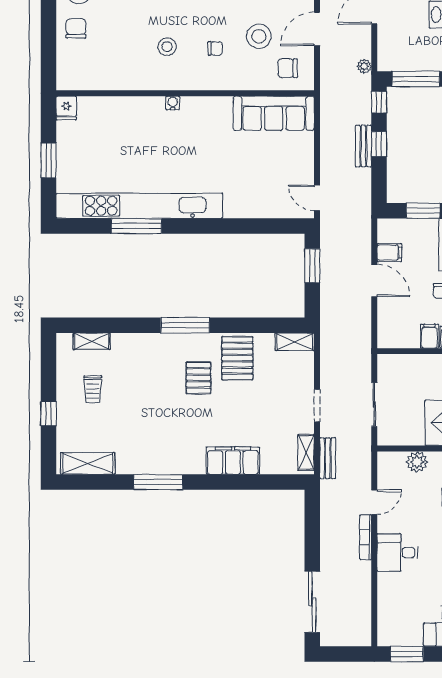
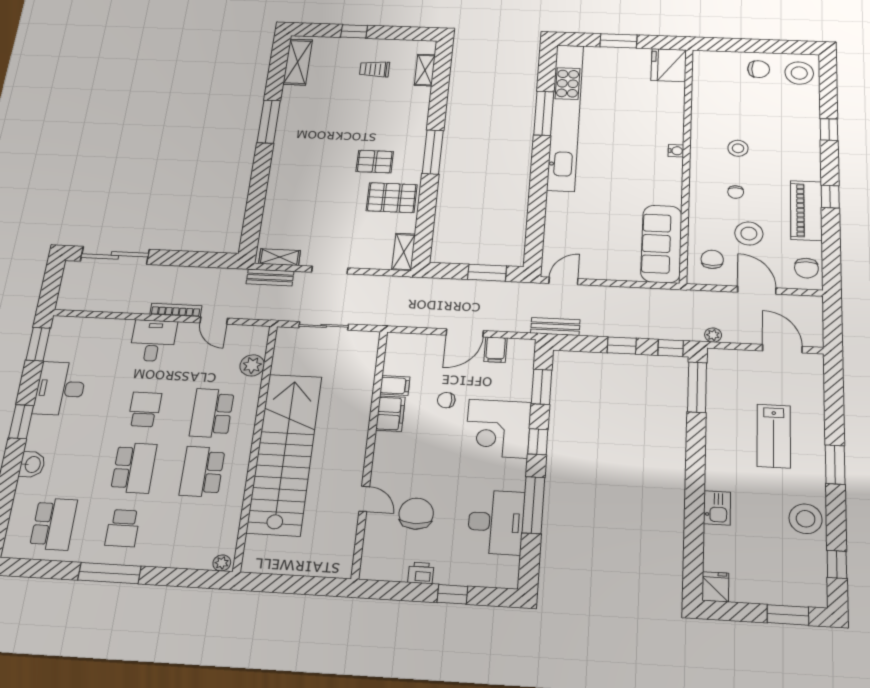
fridge: (66, 108) -> (669, 65), width x1.88, depth x1.34
bench: (363, 146) -> (555, 326), moved
filing cabinet: (233, 461) -> (281, 189), removed

